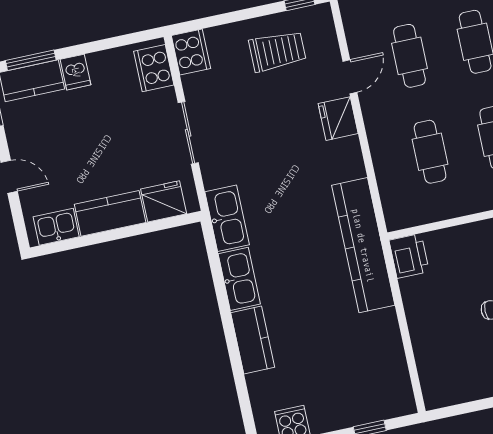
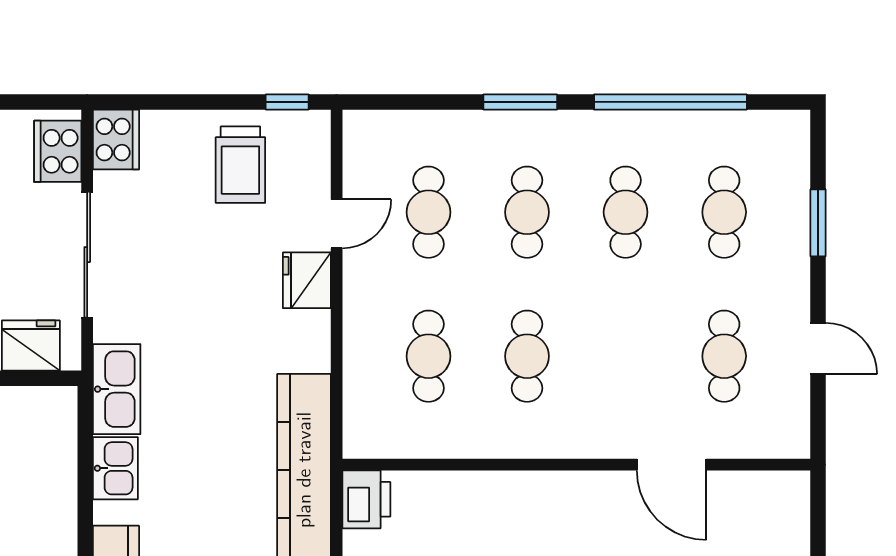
trolley: (277, 51) -> (240, 165), turned 90
sliding door: (188, 133) -> (87, 255), width x1.37
kitchen sink: (239, 279) -> (115, 468), width x0.73

